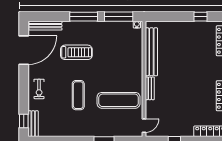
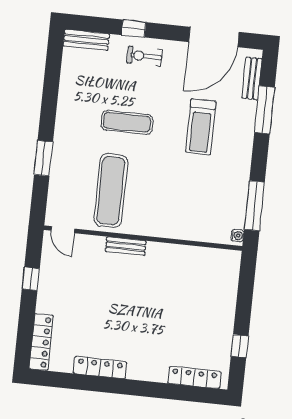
window: (84, 17) -> (264, 110), moved
bench: (45, 26) -> (252, 78), width x0.73
door: (24, 50) -> (214, 37), hinge flipped
bench: (151, 52) -> (188, 256), removed
window: (24, 121) -> (134, 29), moved

